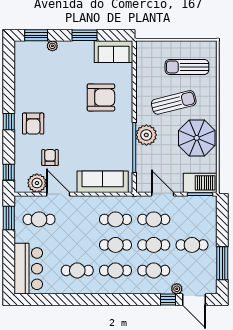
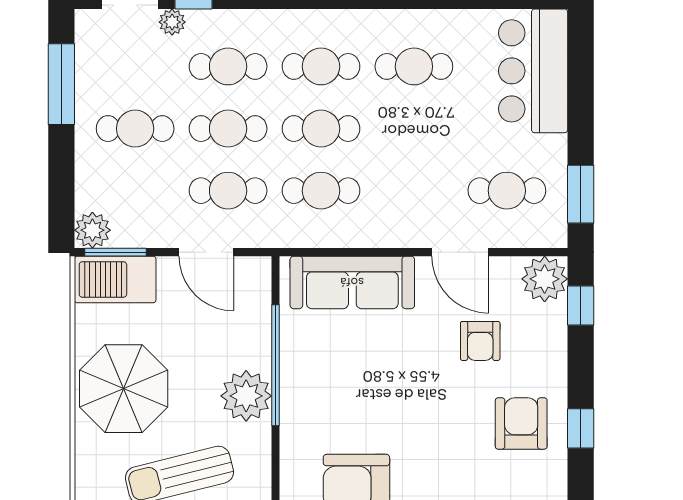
plant: (37, 183) -> (545, 279), moved
plant: (209, 203) -> (92, 230), added

